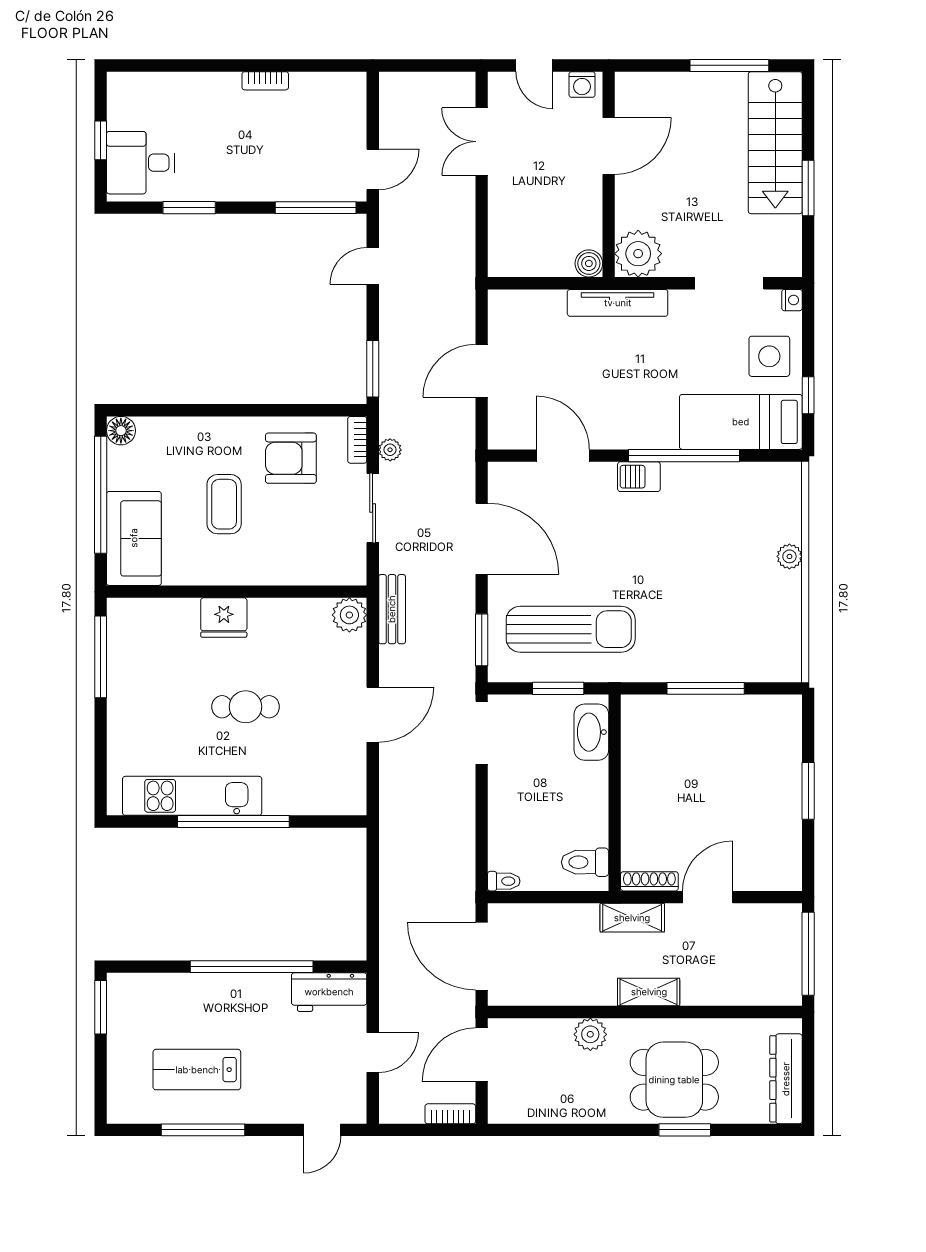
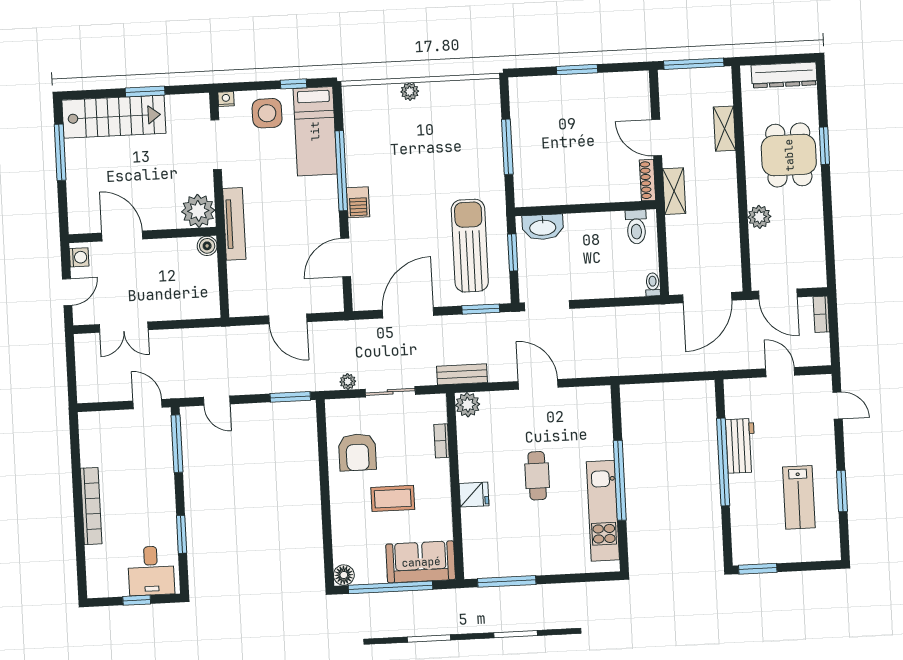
bookcase: (265, 81) -> (91, 506), width x2.31, depth x1.31
bookcase: (357, 440) -> (442, 441), moved, turned 90
fridge: (224, 618) -> (474, 495), width x0.72
workbench: (329, 992) -> (741, 446), moved
shelving: (649, 992) -> (724, 129), moved
window: (203, 1130) -> (842, 491), width x0.69

